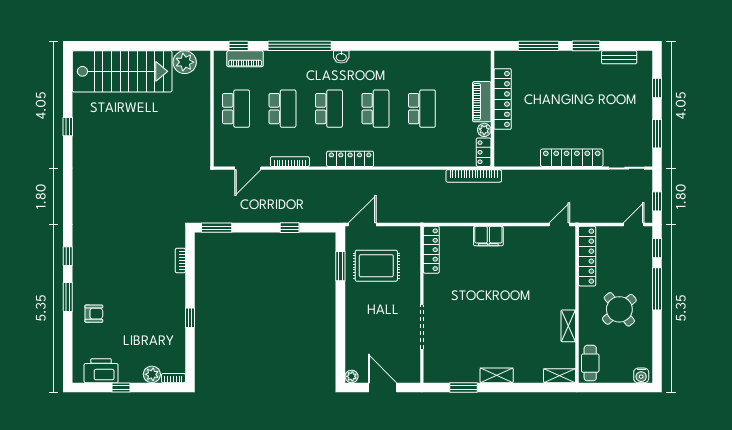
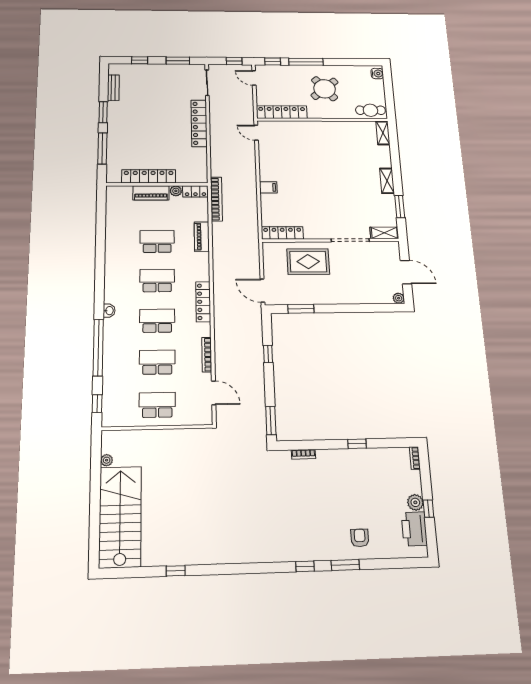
piano: (245, 59) -> (202, 237), moved, turned 180
plant: (185, 62) -> (107, 460), width x0.53, depth x0.53
filing cabinet: (488, 236) -> (268, 187), width x0.50
rug: (376, 266) -> (308, 262), moved, turned 90
shelving: (568, 326) -> (384, 233), moved
plant: (152, 374) -> (415, 502), moved
door: (383, 388) -> (406, 272), swing flipped

